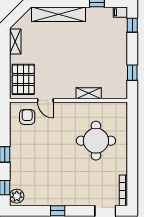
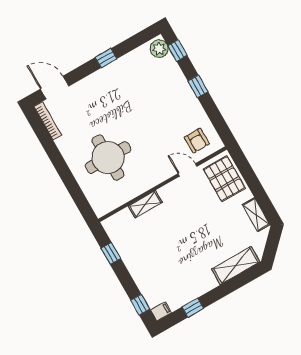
shelving: (58, 14) -> (236, 265), width x0.68

